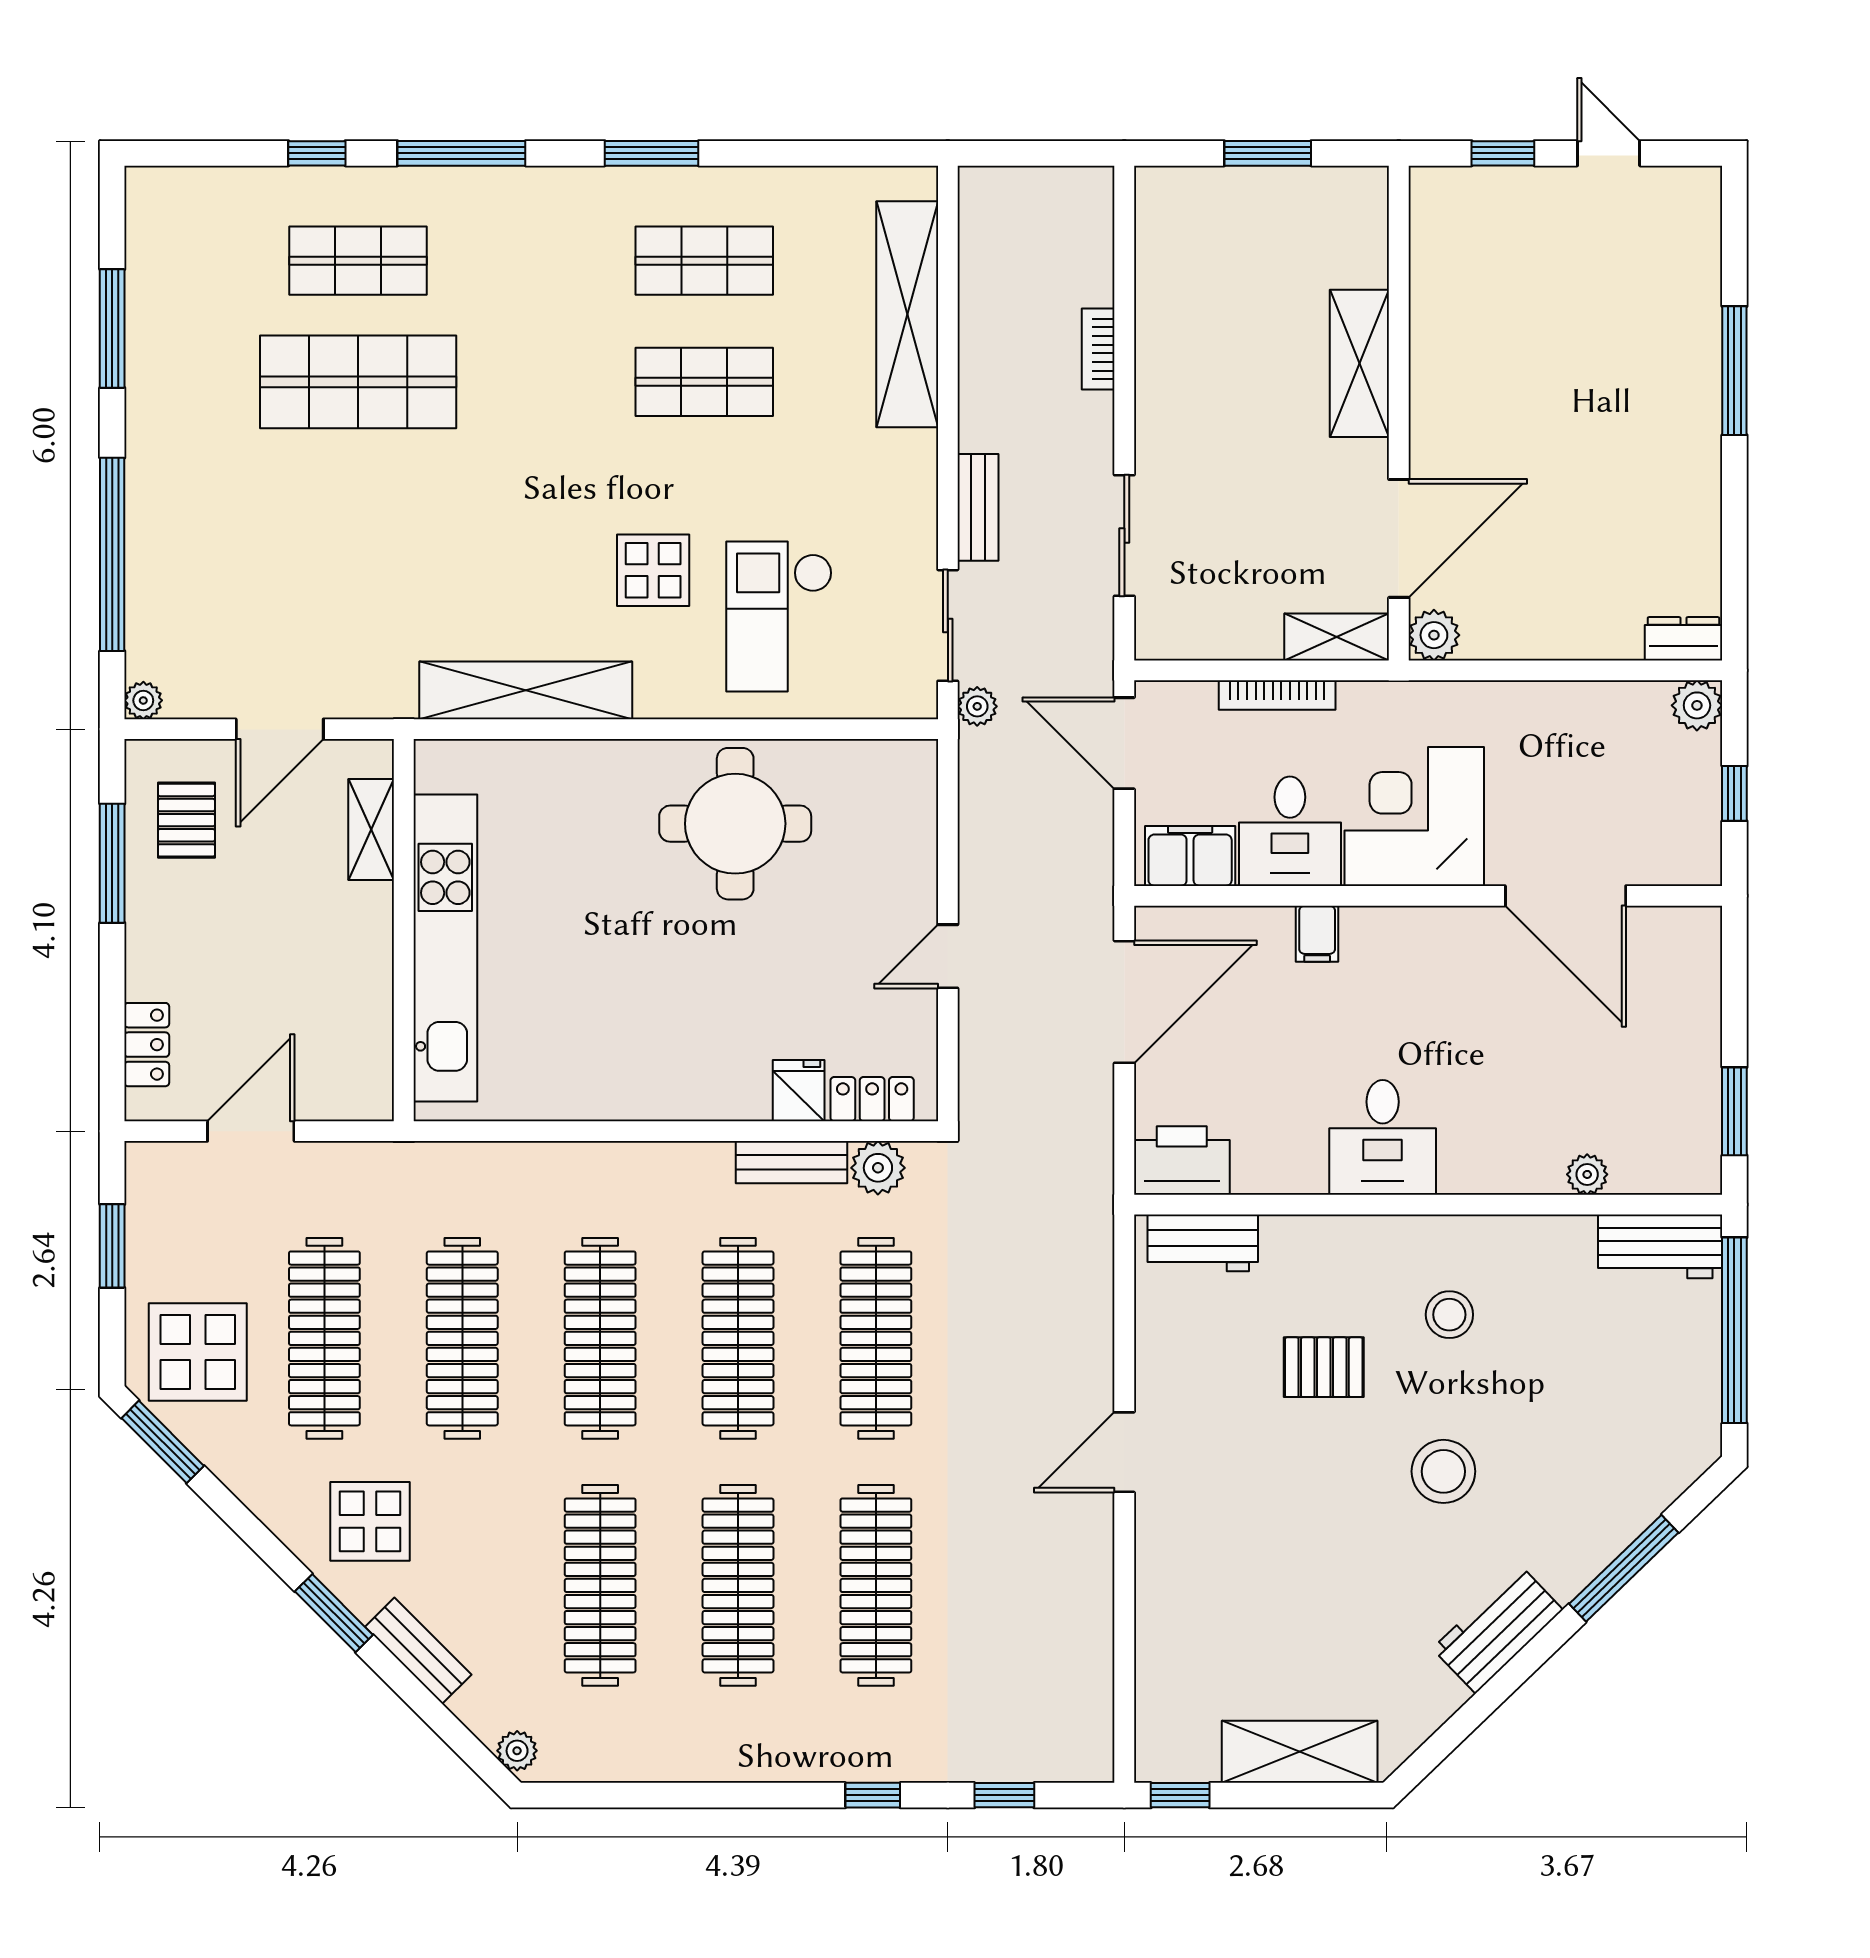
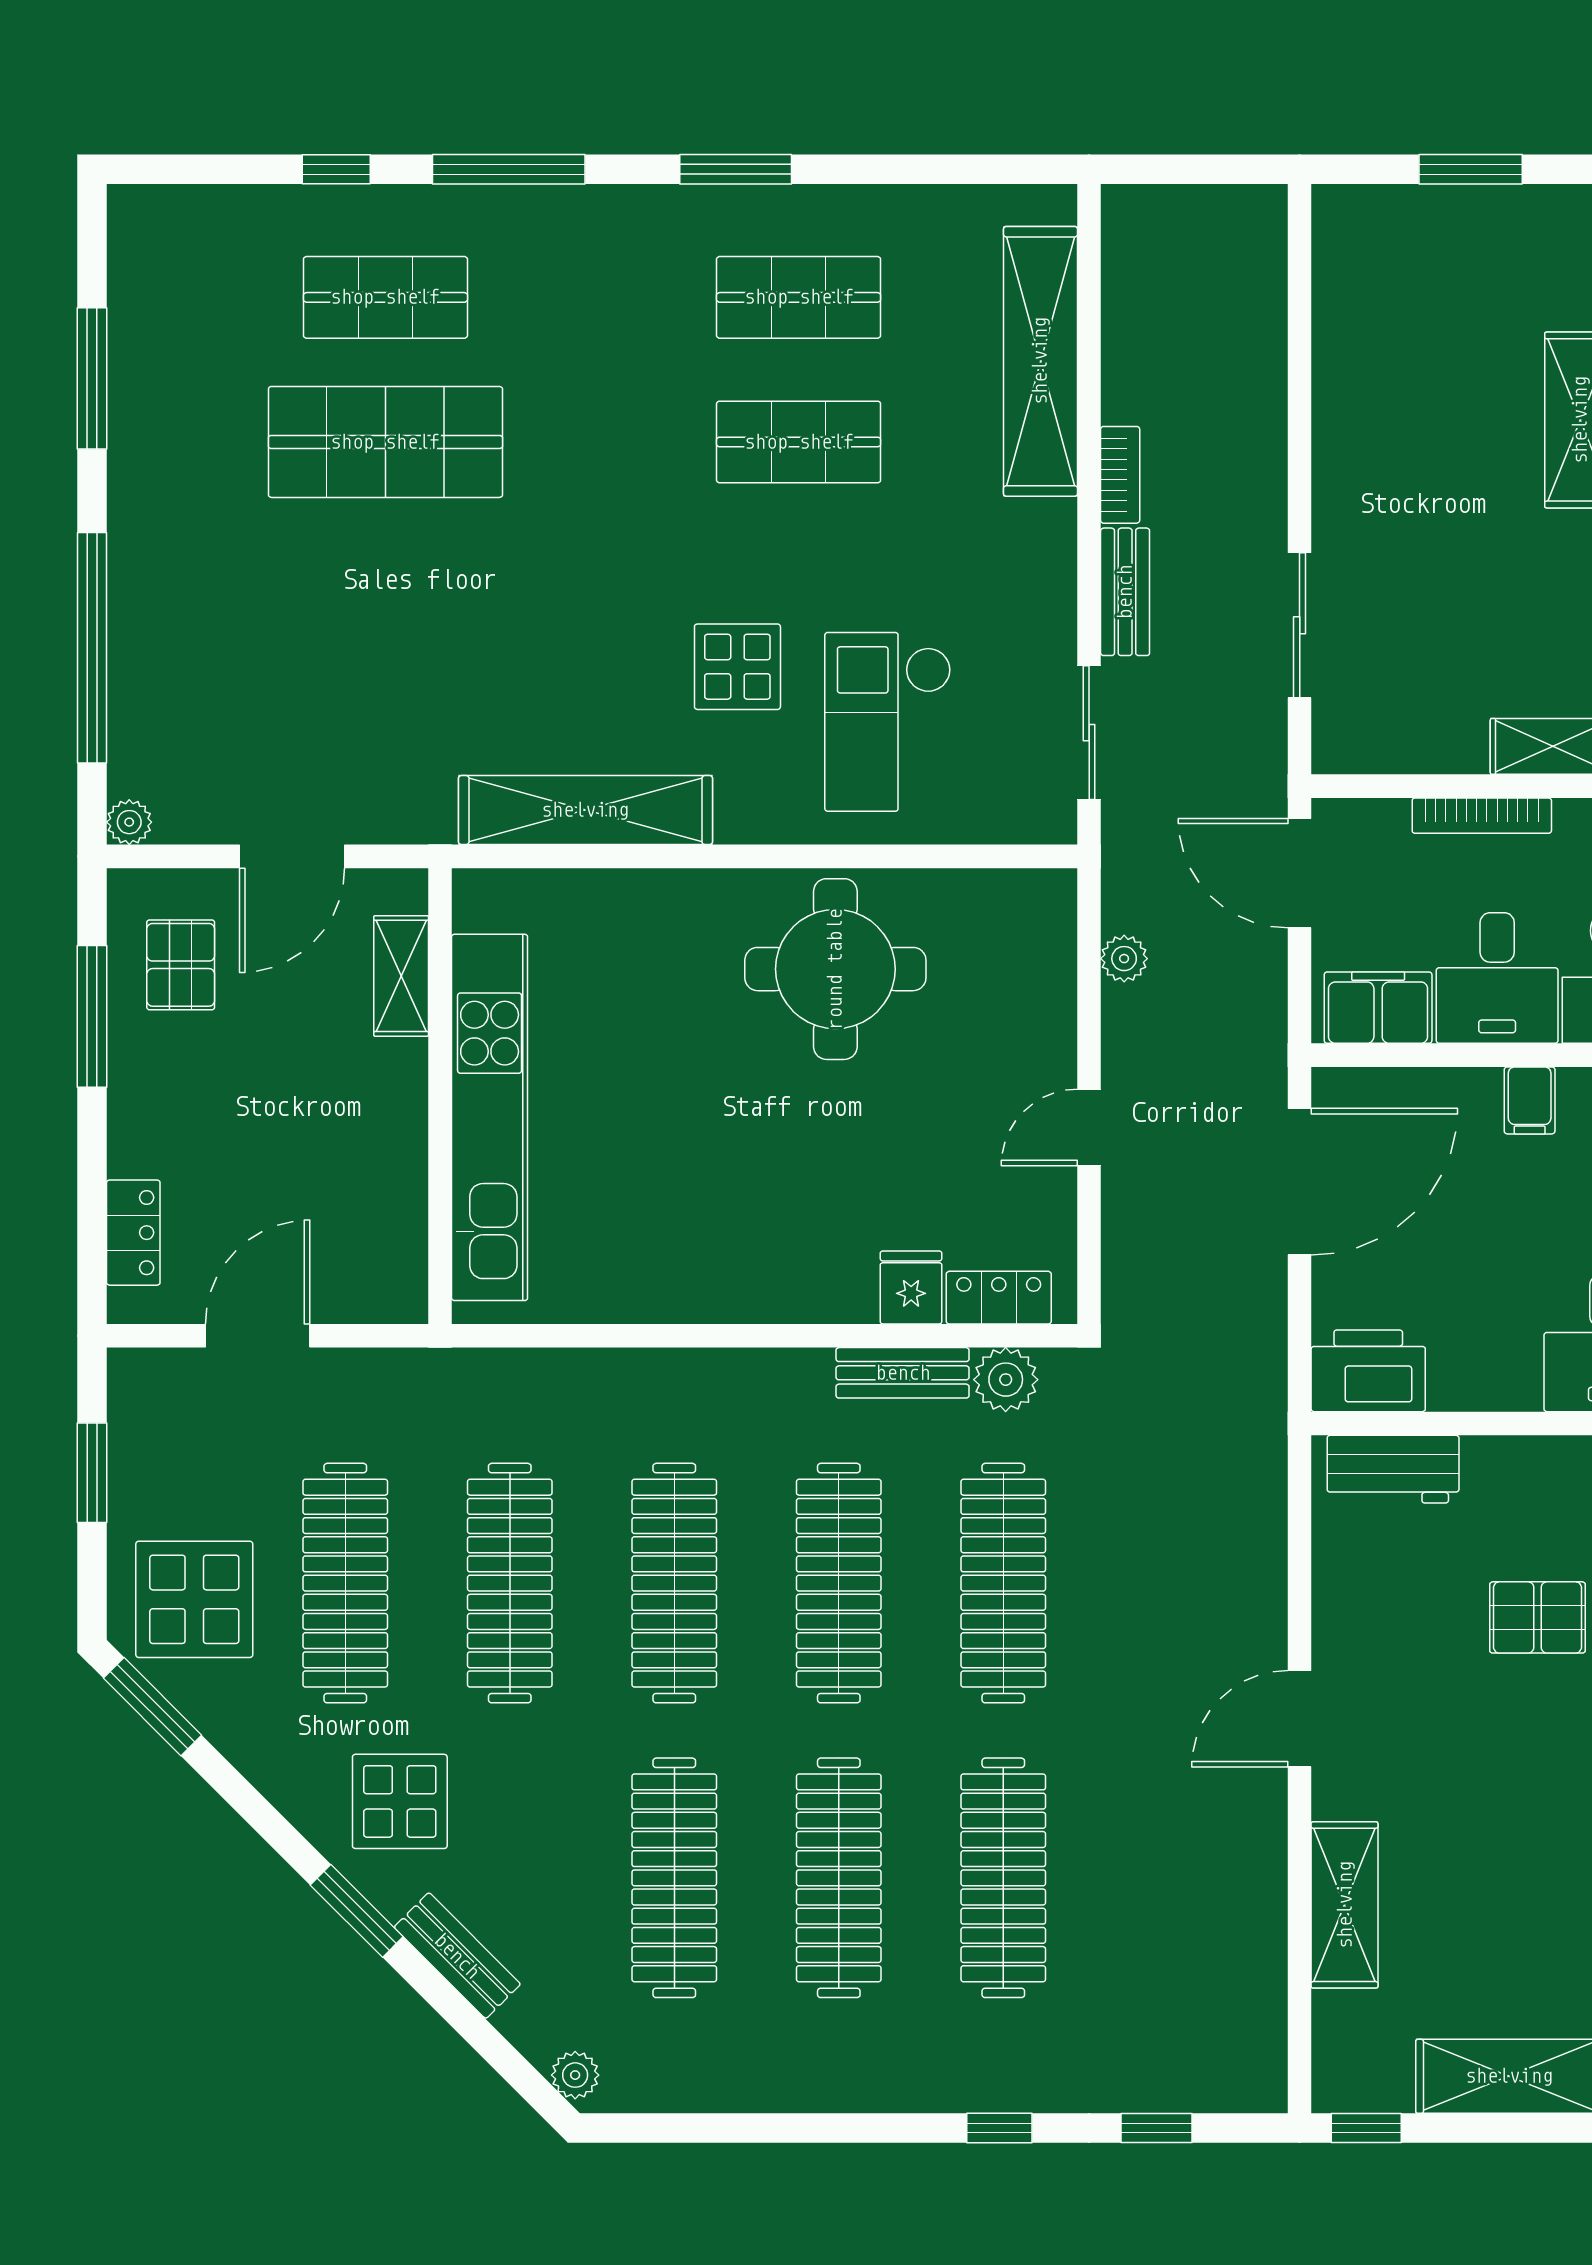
bookcase: (1098, 349) -> (1120, 475), moved, turned 180
plant: (977, 706) -> (1124, 959), moved
shelving: (1162, 1608) -> (1345, 1905), added

